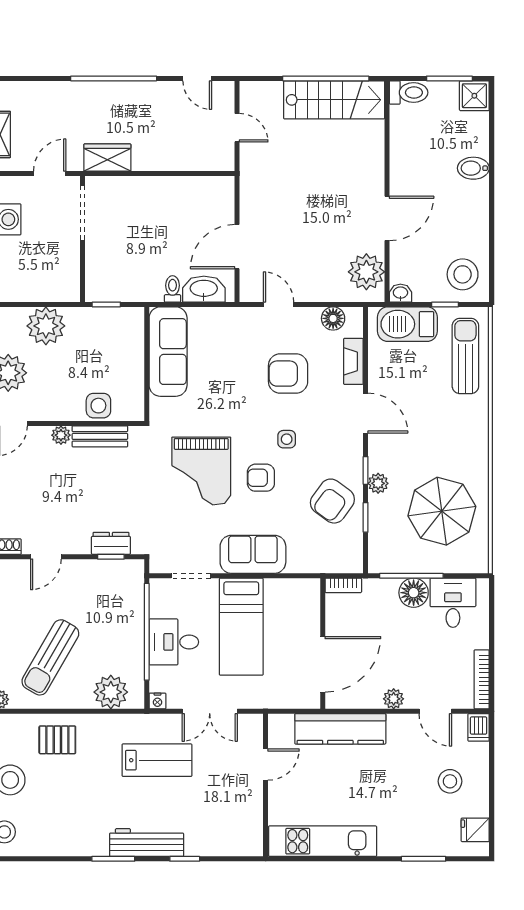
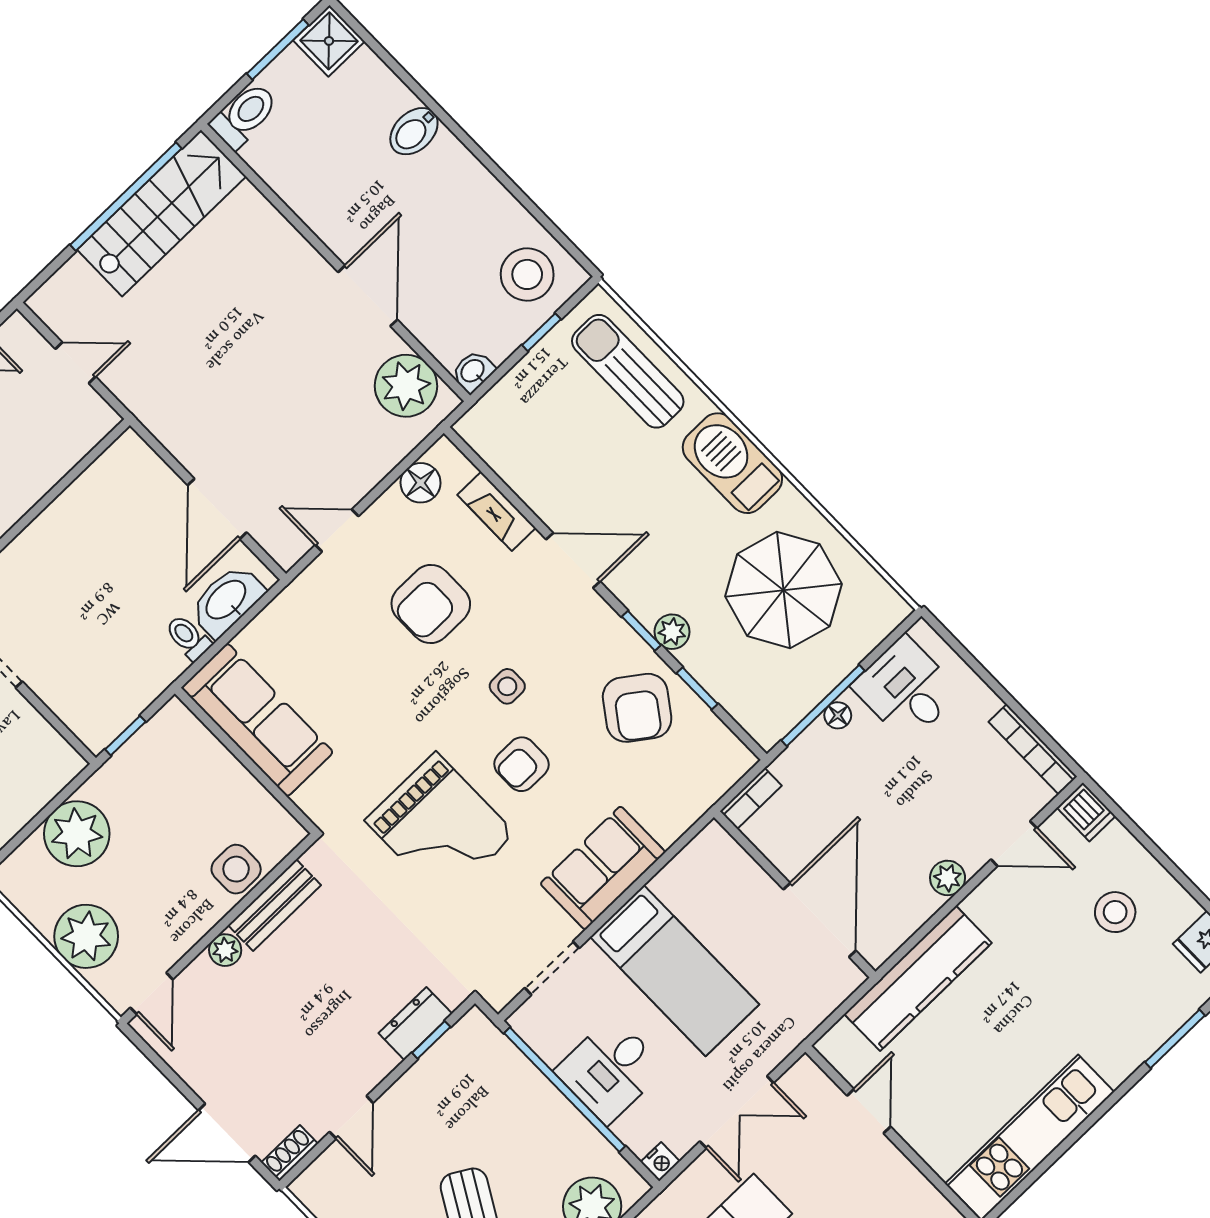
barbecue: (407, 324) -> (732, 463), moved, turned 90
floor lamp: (414, 593) -> (838, 715), width x0.53, depth x0.53

